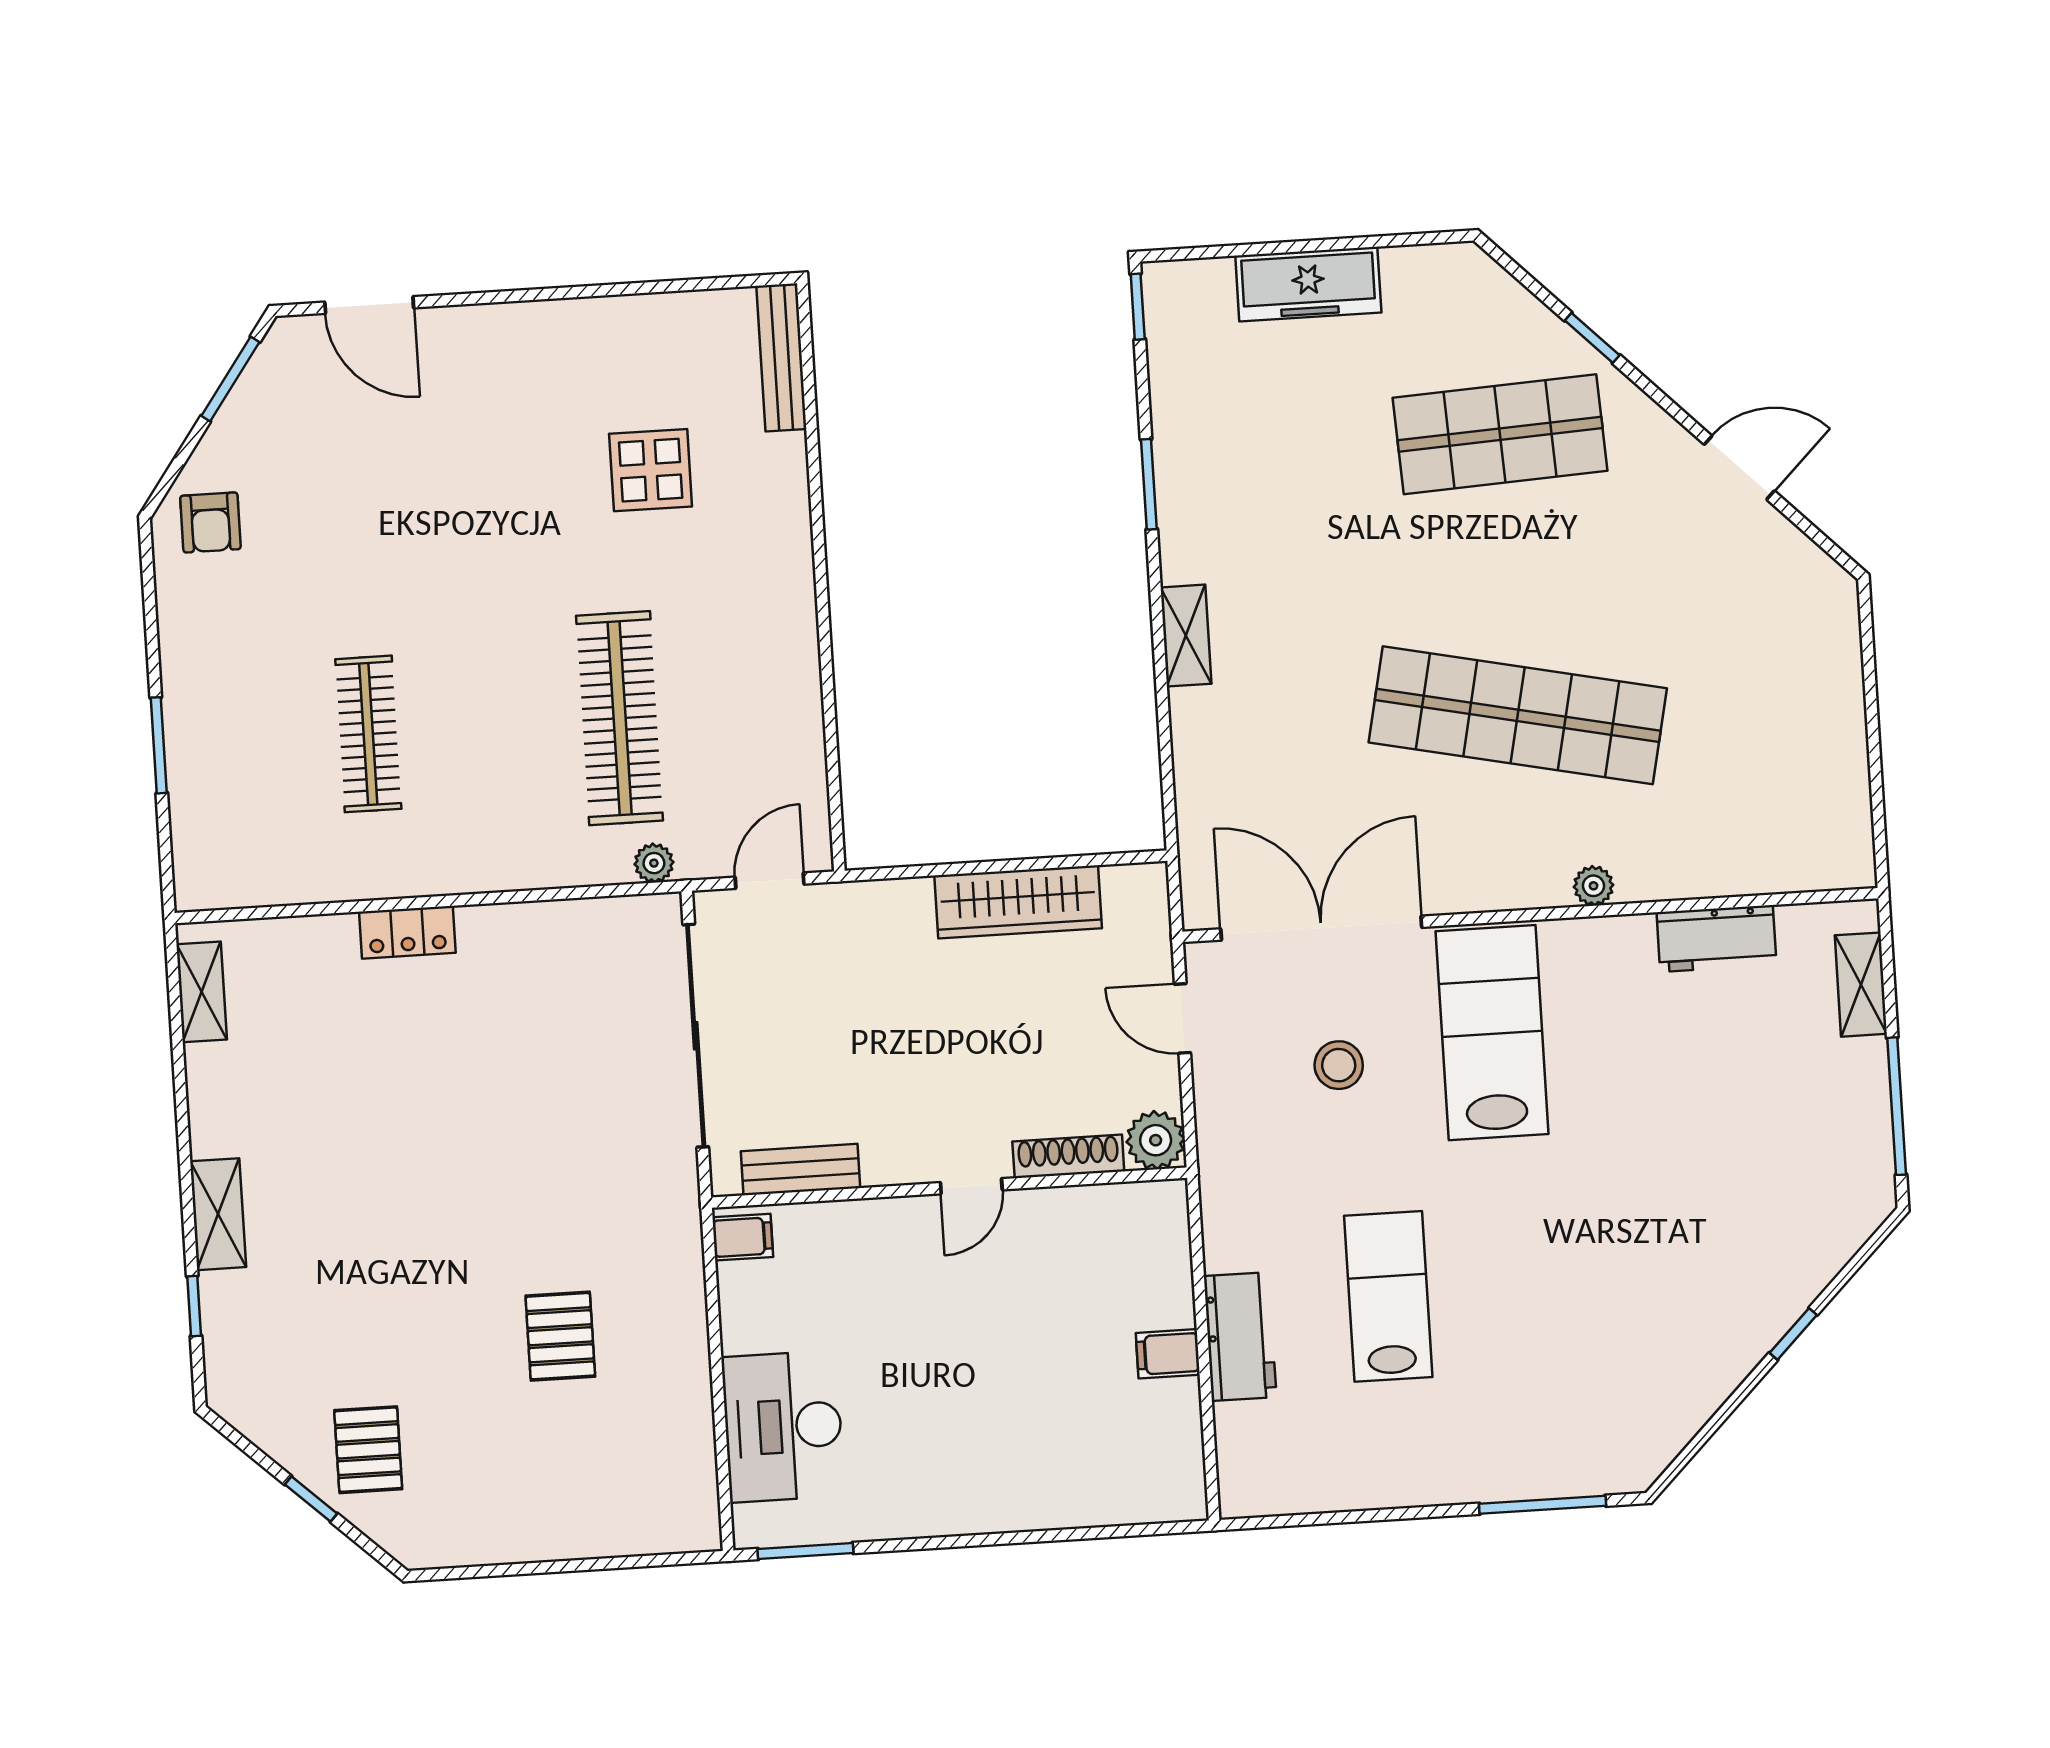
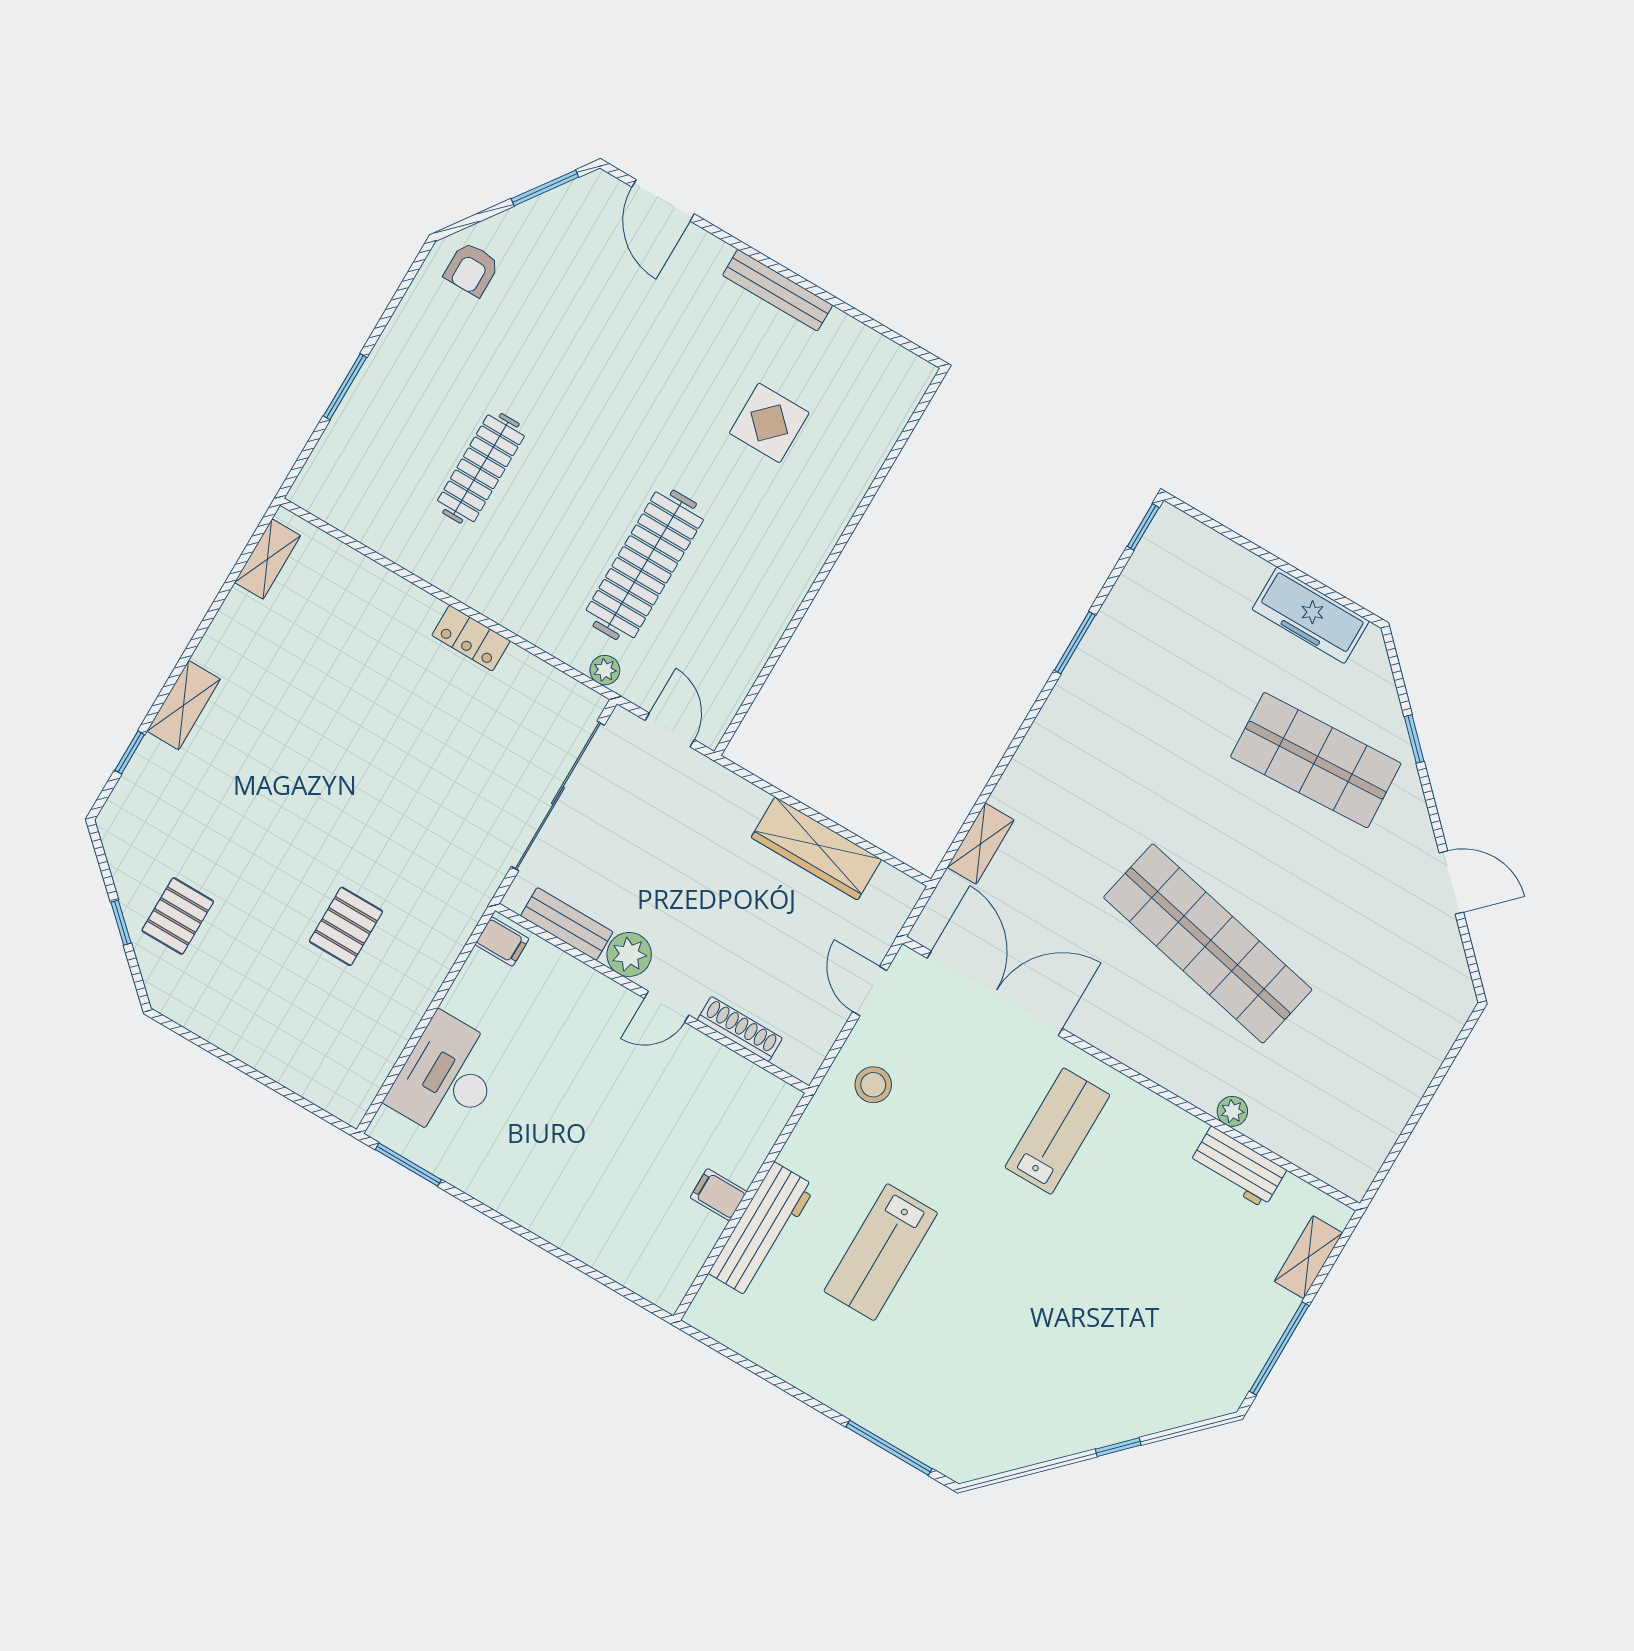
freezer: (1308, 284) -> (1311, 615), moved
bench: (781, 357) -> (778, 290), moved, turned 90
shelving: (1186, 636) -> (981, 844), moved
door: (770, 881) -> (670, 730), hinge flipped
plant: (1593, 886) -> (1232, 1111), moved
locker: (407, 932) -> (471, 638), moved
lab bench: (1492, 1033) -> (1057, 1131), width x0.73, depth x0.72
stool: (1339, 1065) -> (873, 1085), moved
plant: (1156, 1140) -> (629, 954), moved
lab bench: (1388, 1296) -> (881, 1252), turned 180
workbench: (1240, 1337) -> (762, 1230), width x1.38

